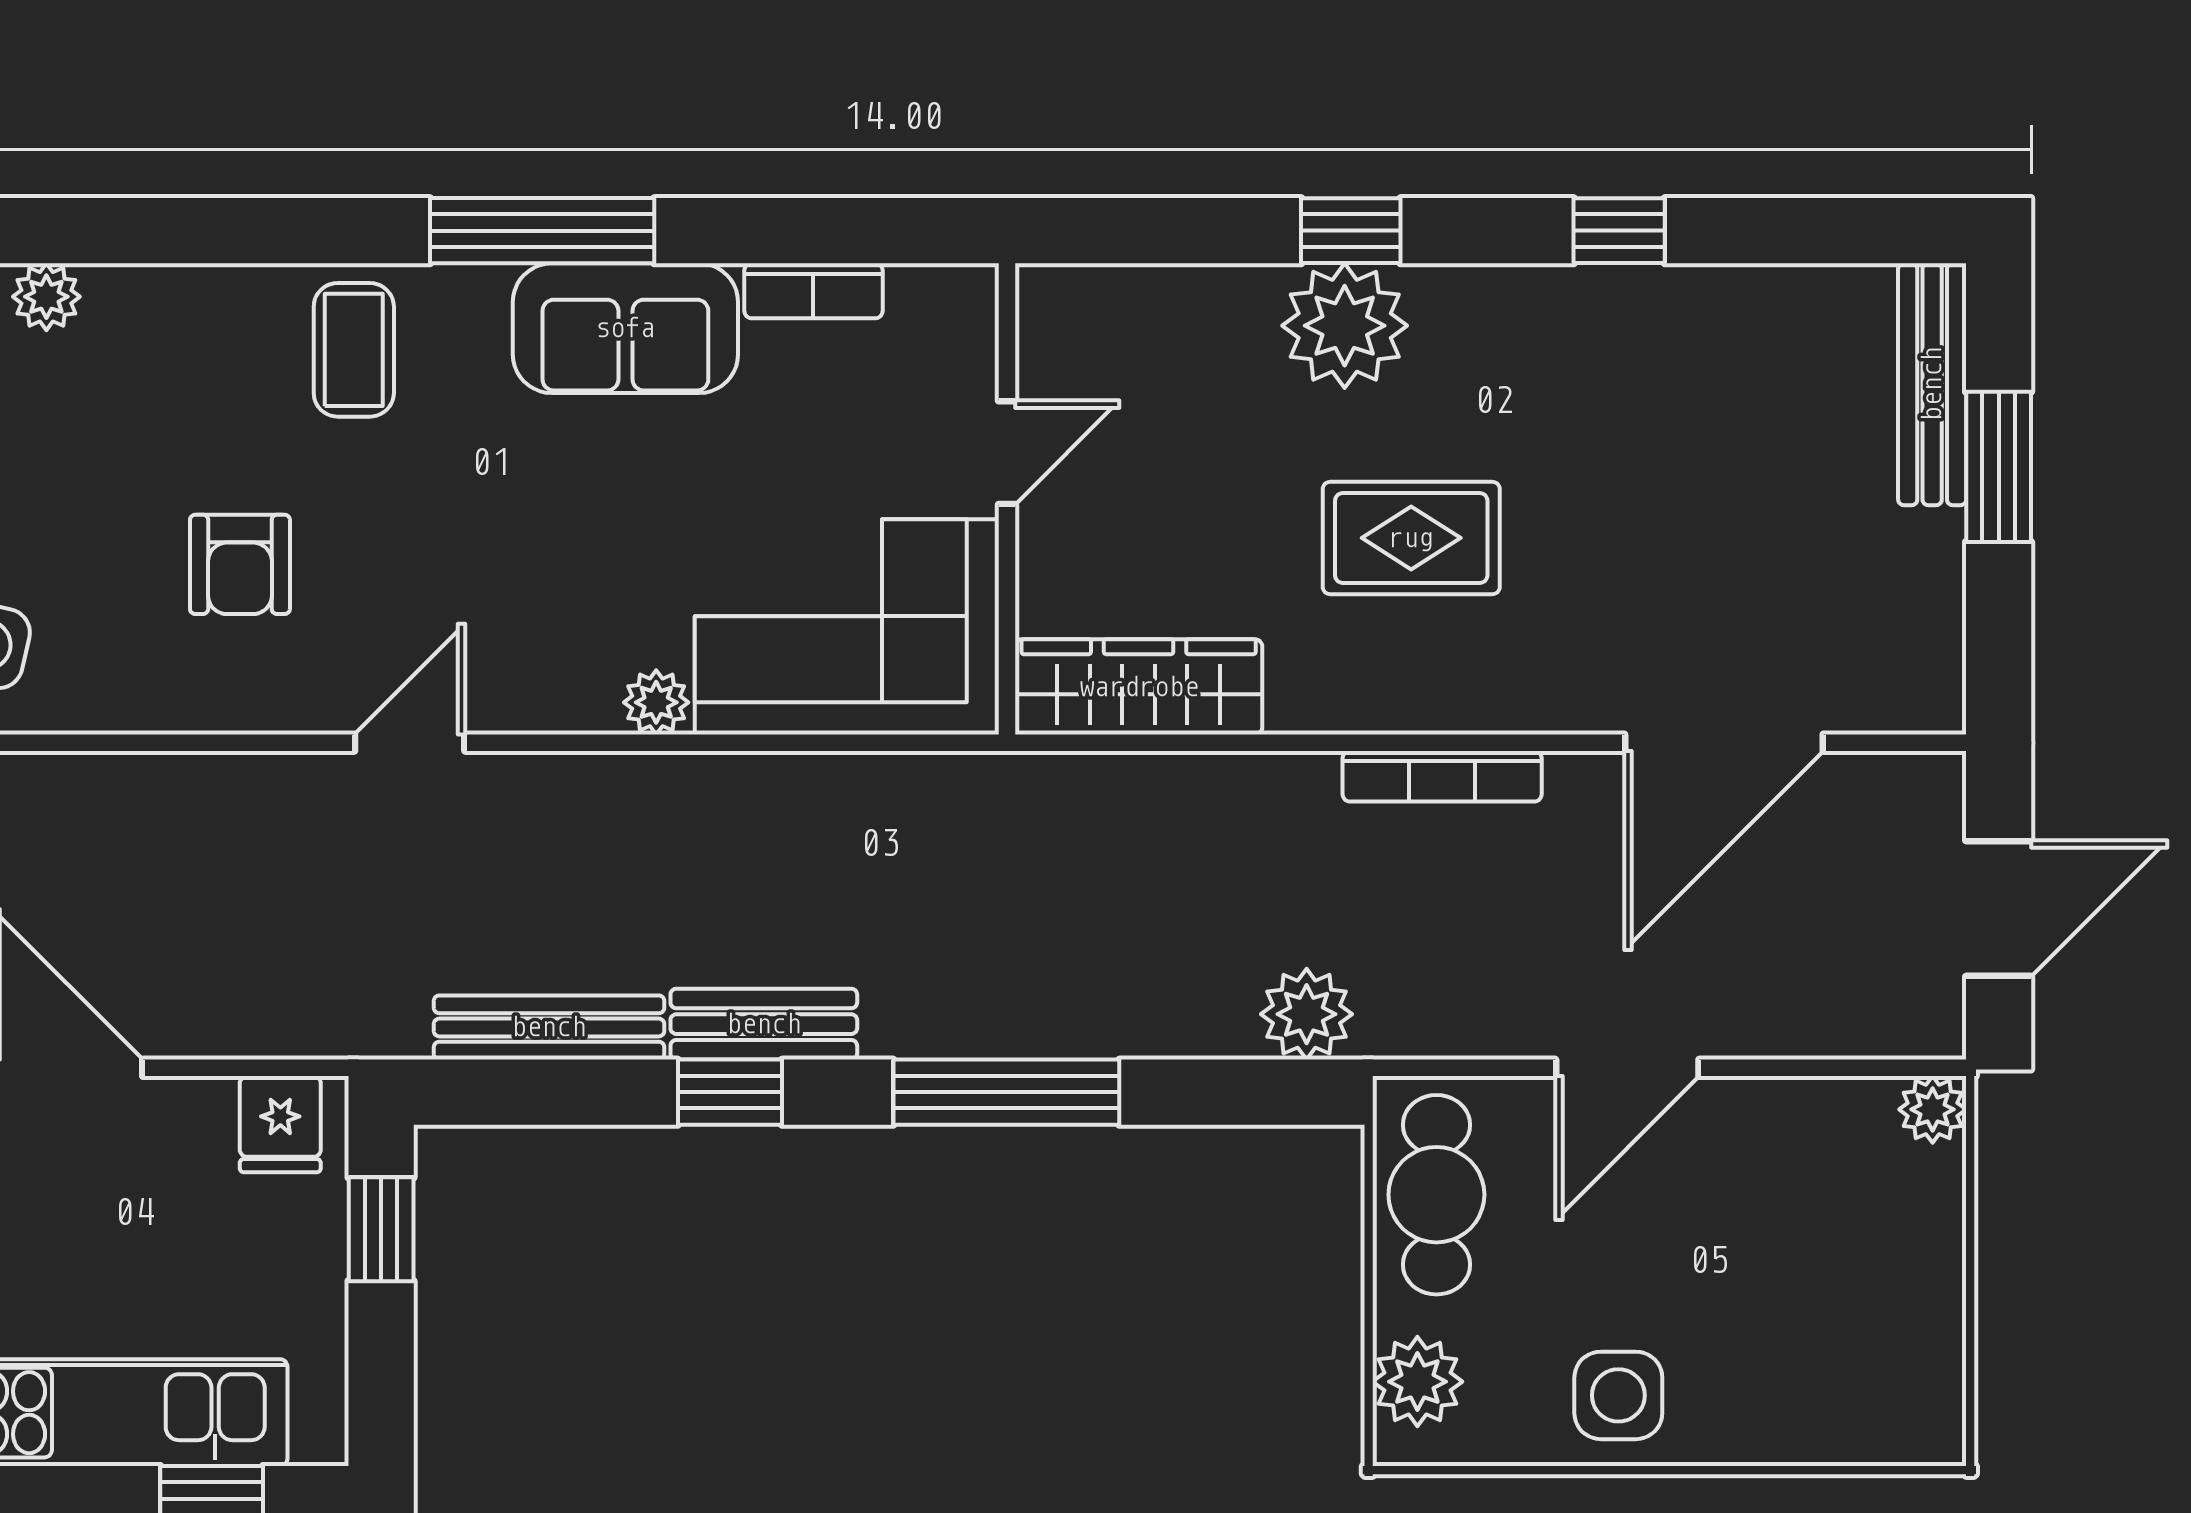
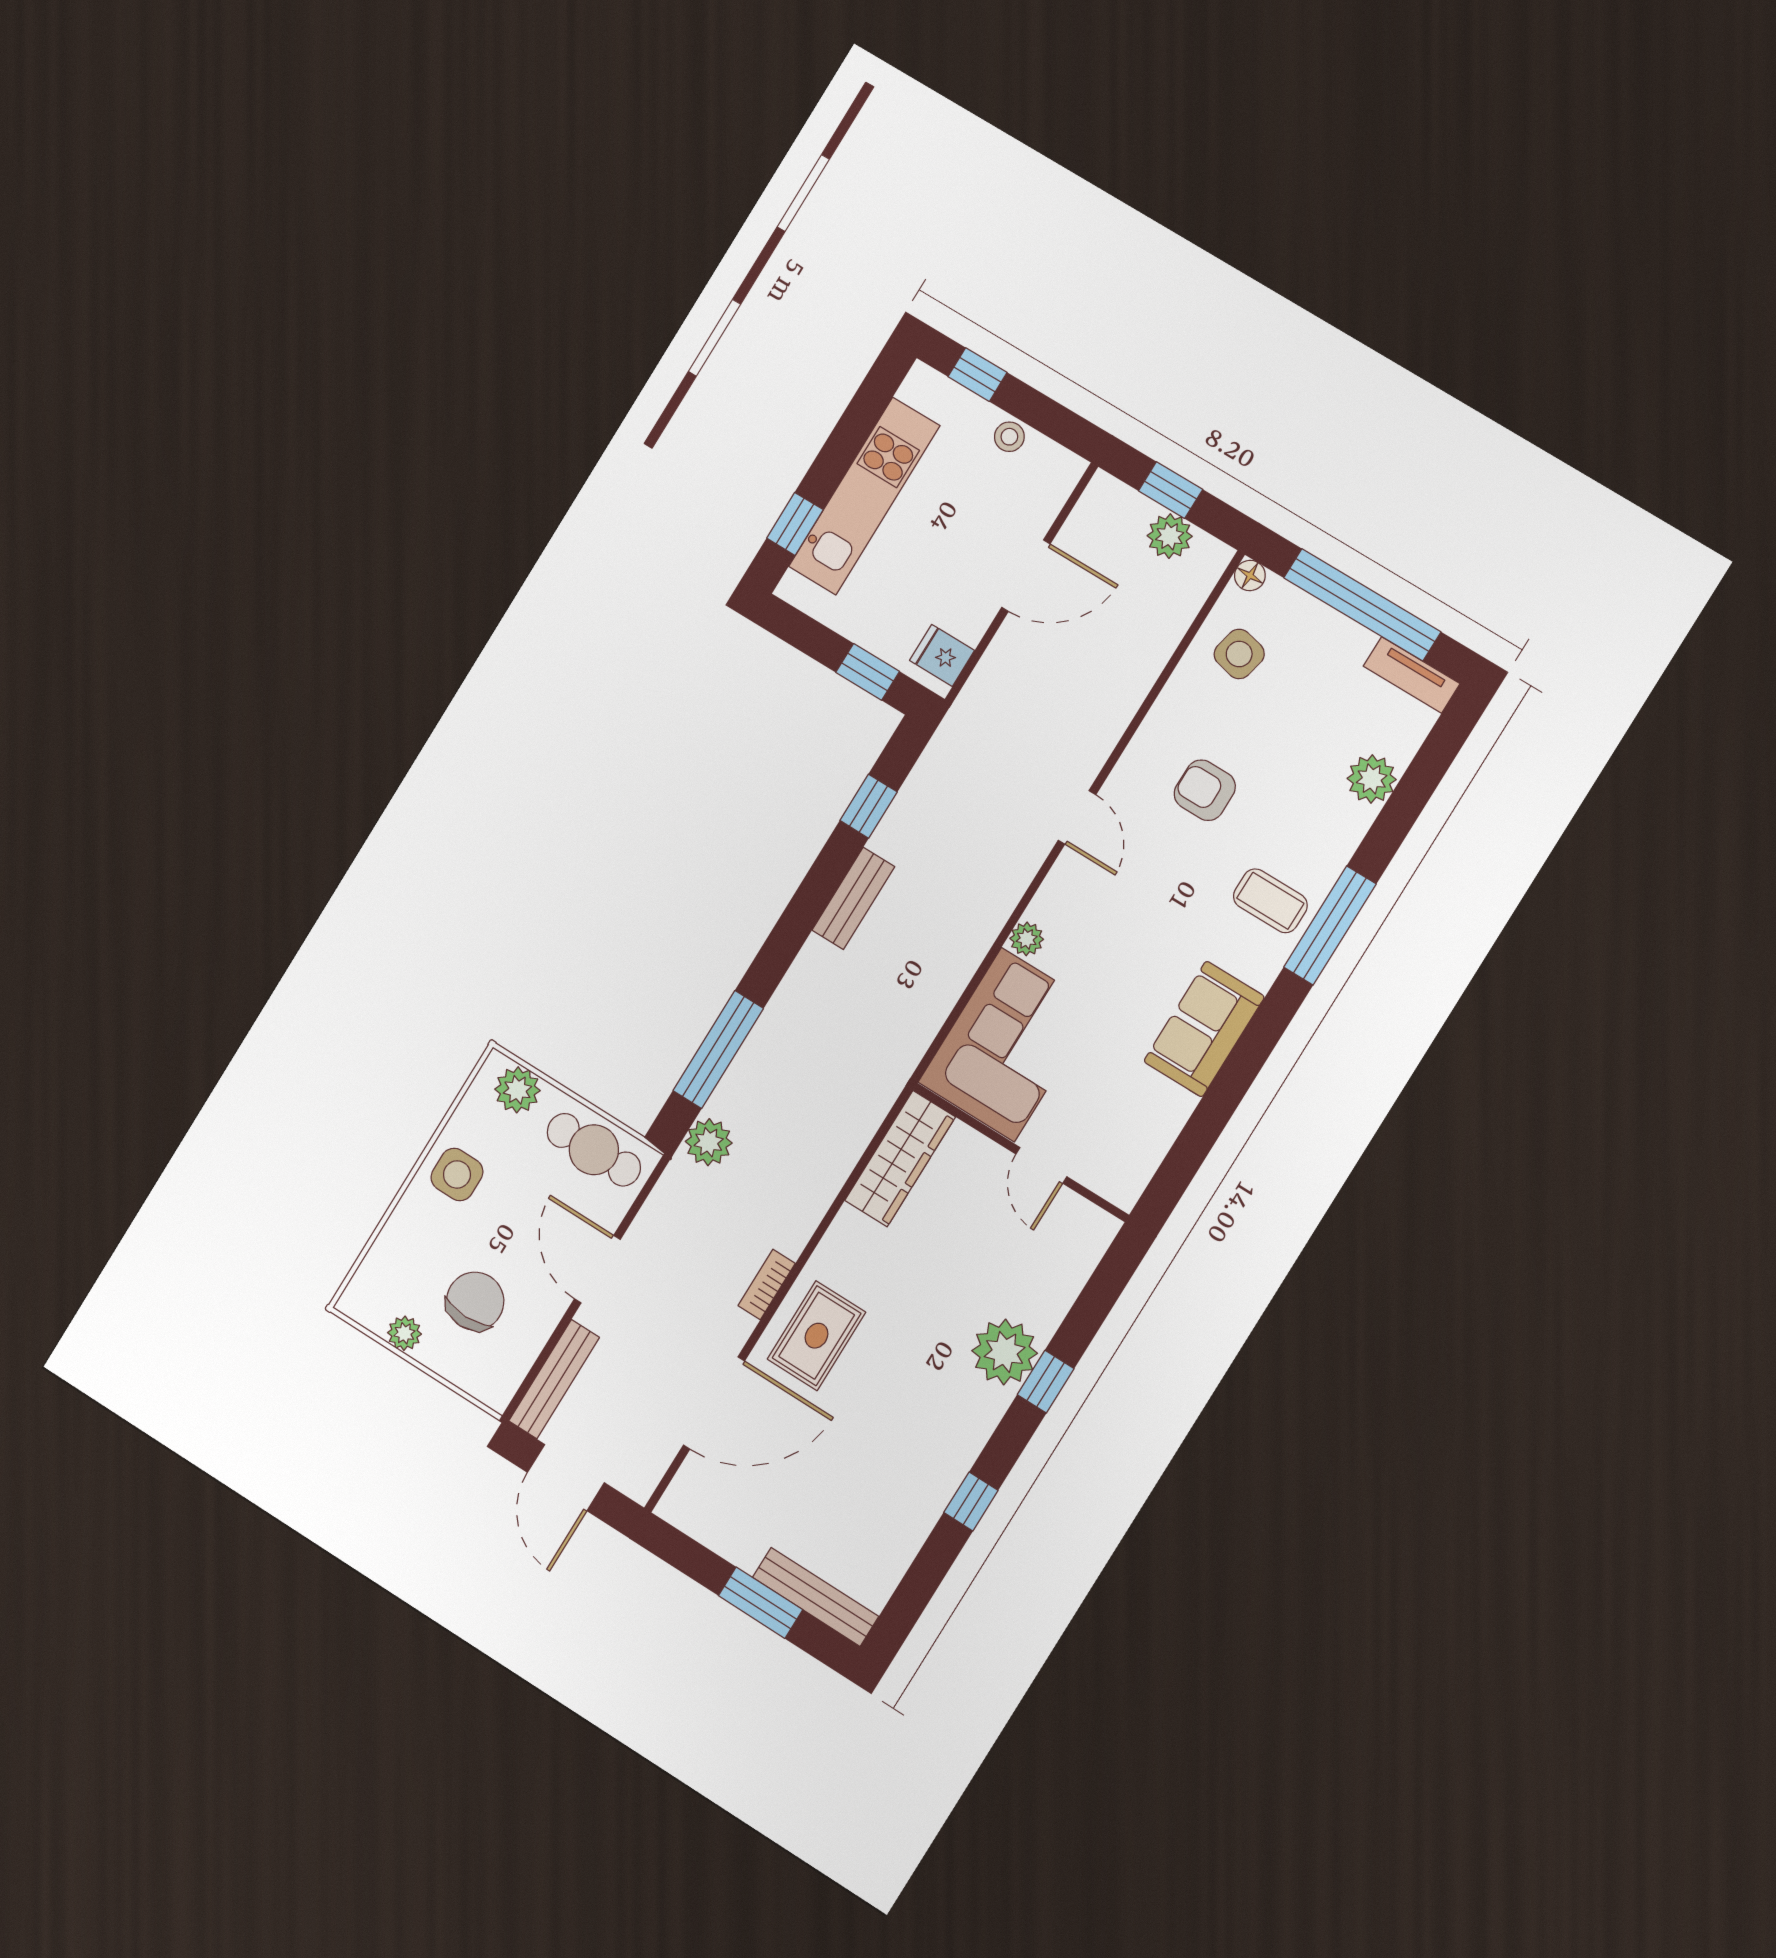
window: (542, 231) -> (1330, 926), moved
bookcase: (813, 291) -> (1168, 1124), removed
plant: (46, 297) -> (1372, 779), width x1.38, depth x1.38
rug: (1411, 538) -> (817, 1336), moved
door: (1724, 743) -> (714, 1403), swing flipped
bookcase: (1442, 776) -> (767, 1284), width x0.64
bench: (549, 1027) -> (554, 1379), moved
window: (730, 1092) -> (869, 806), moved
window: (1006, 1092) -> (718, 1050), moved
plant: (1933, 1109) -> (404, 1333), moved
chair: (1806, 1236) -> (475, 1301), added

